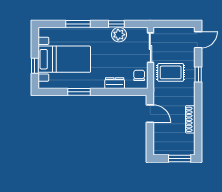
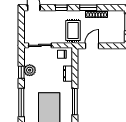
window: (78, 24) -> (21, 102), width x1.44
rug: (171, 72) -> (73, 30), moved
window: (79, 92) -> (75, 102), width x1.44
window: (198, 109) -> (88, 8), added

